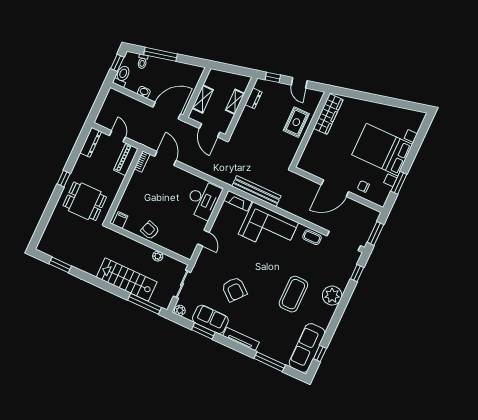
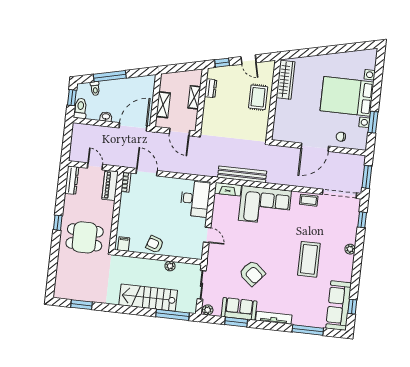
plant: (332, 296) -> (350, 249), width x0.53, depth x0.53

